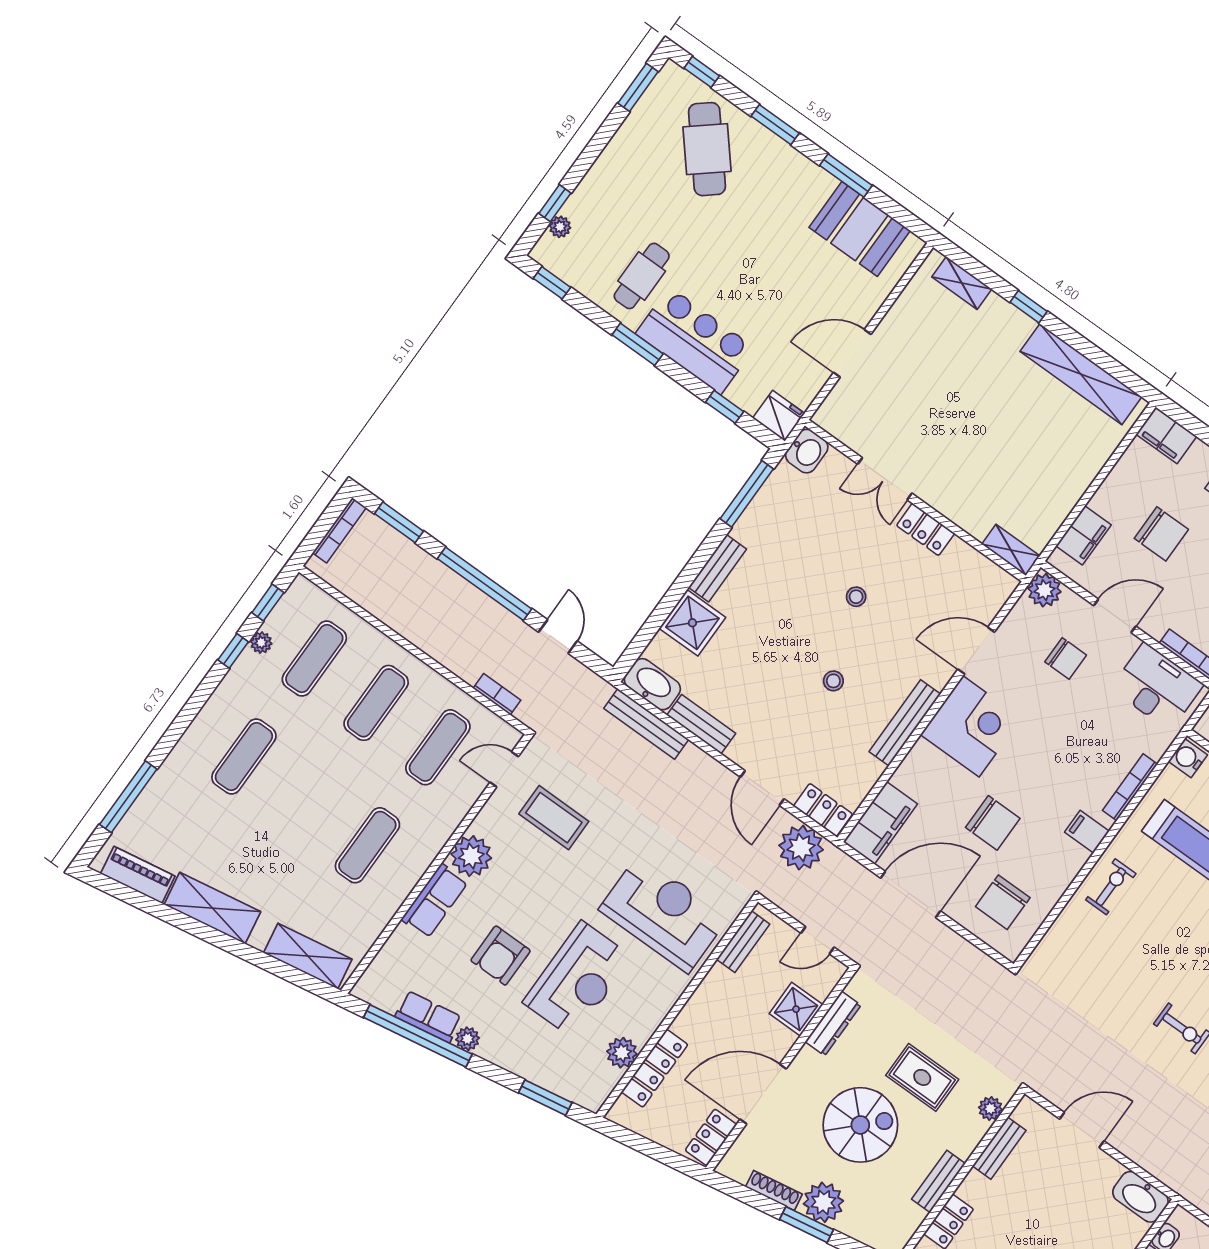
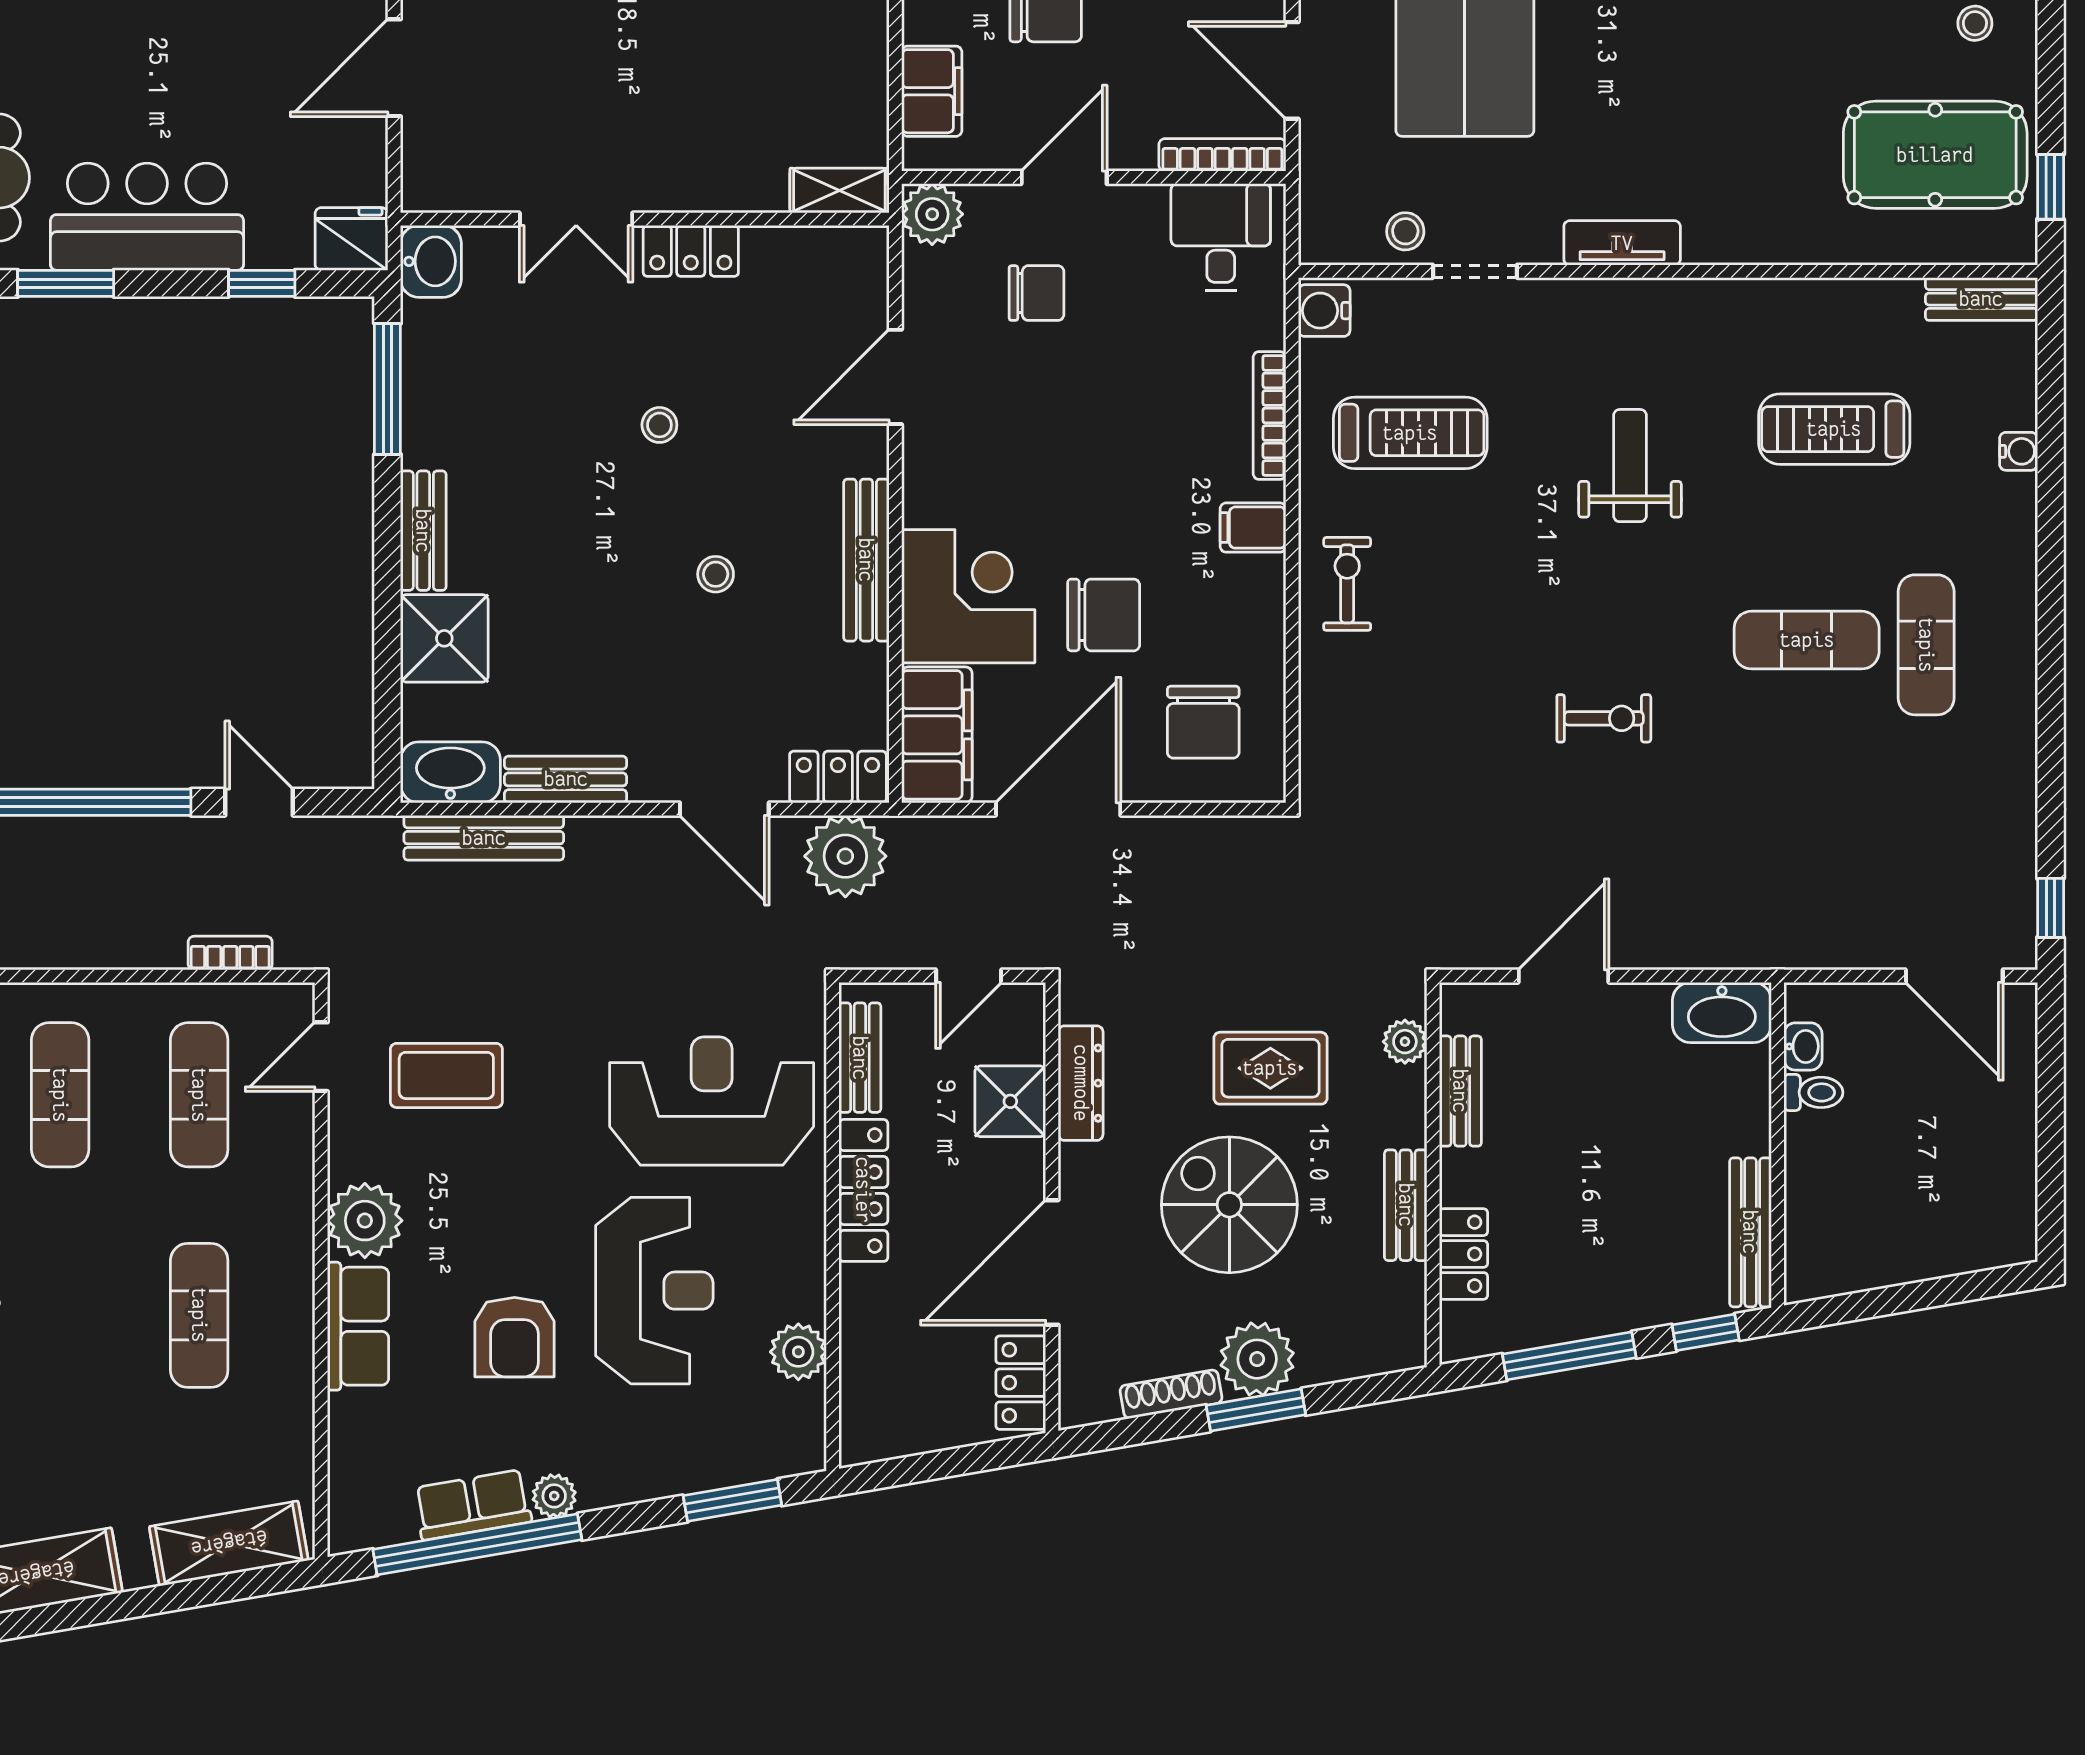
desk: (1157, 687) -> (1221, 237), width x0.73
corner desk: (971, 726) -> (968, 596), moved
locker: (655, 1068) -> (863, 1190), moved
spiral stairs: (860, 1125) -> (1229, 1205), turned -90

